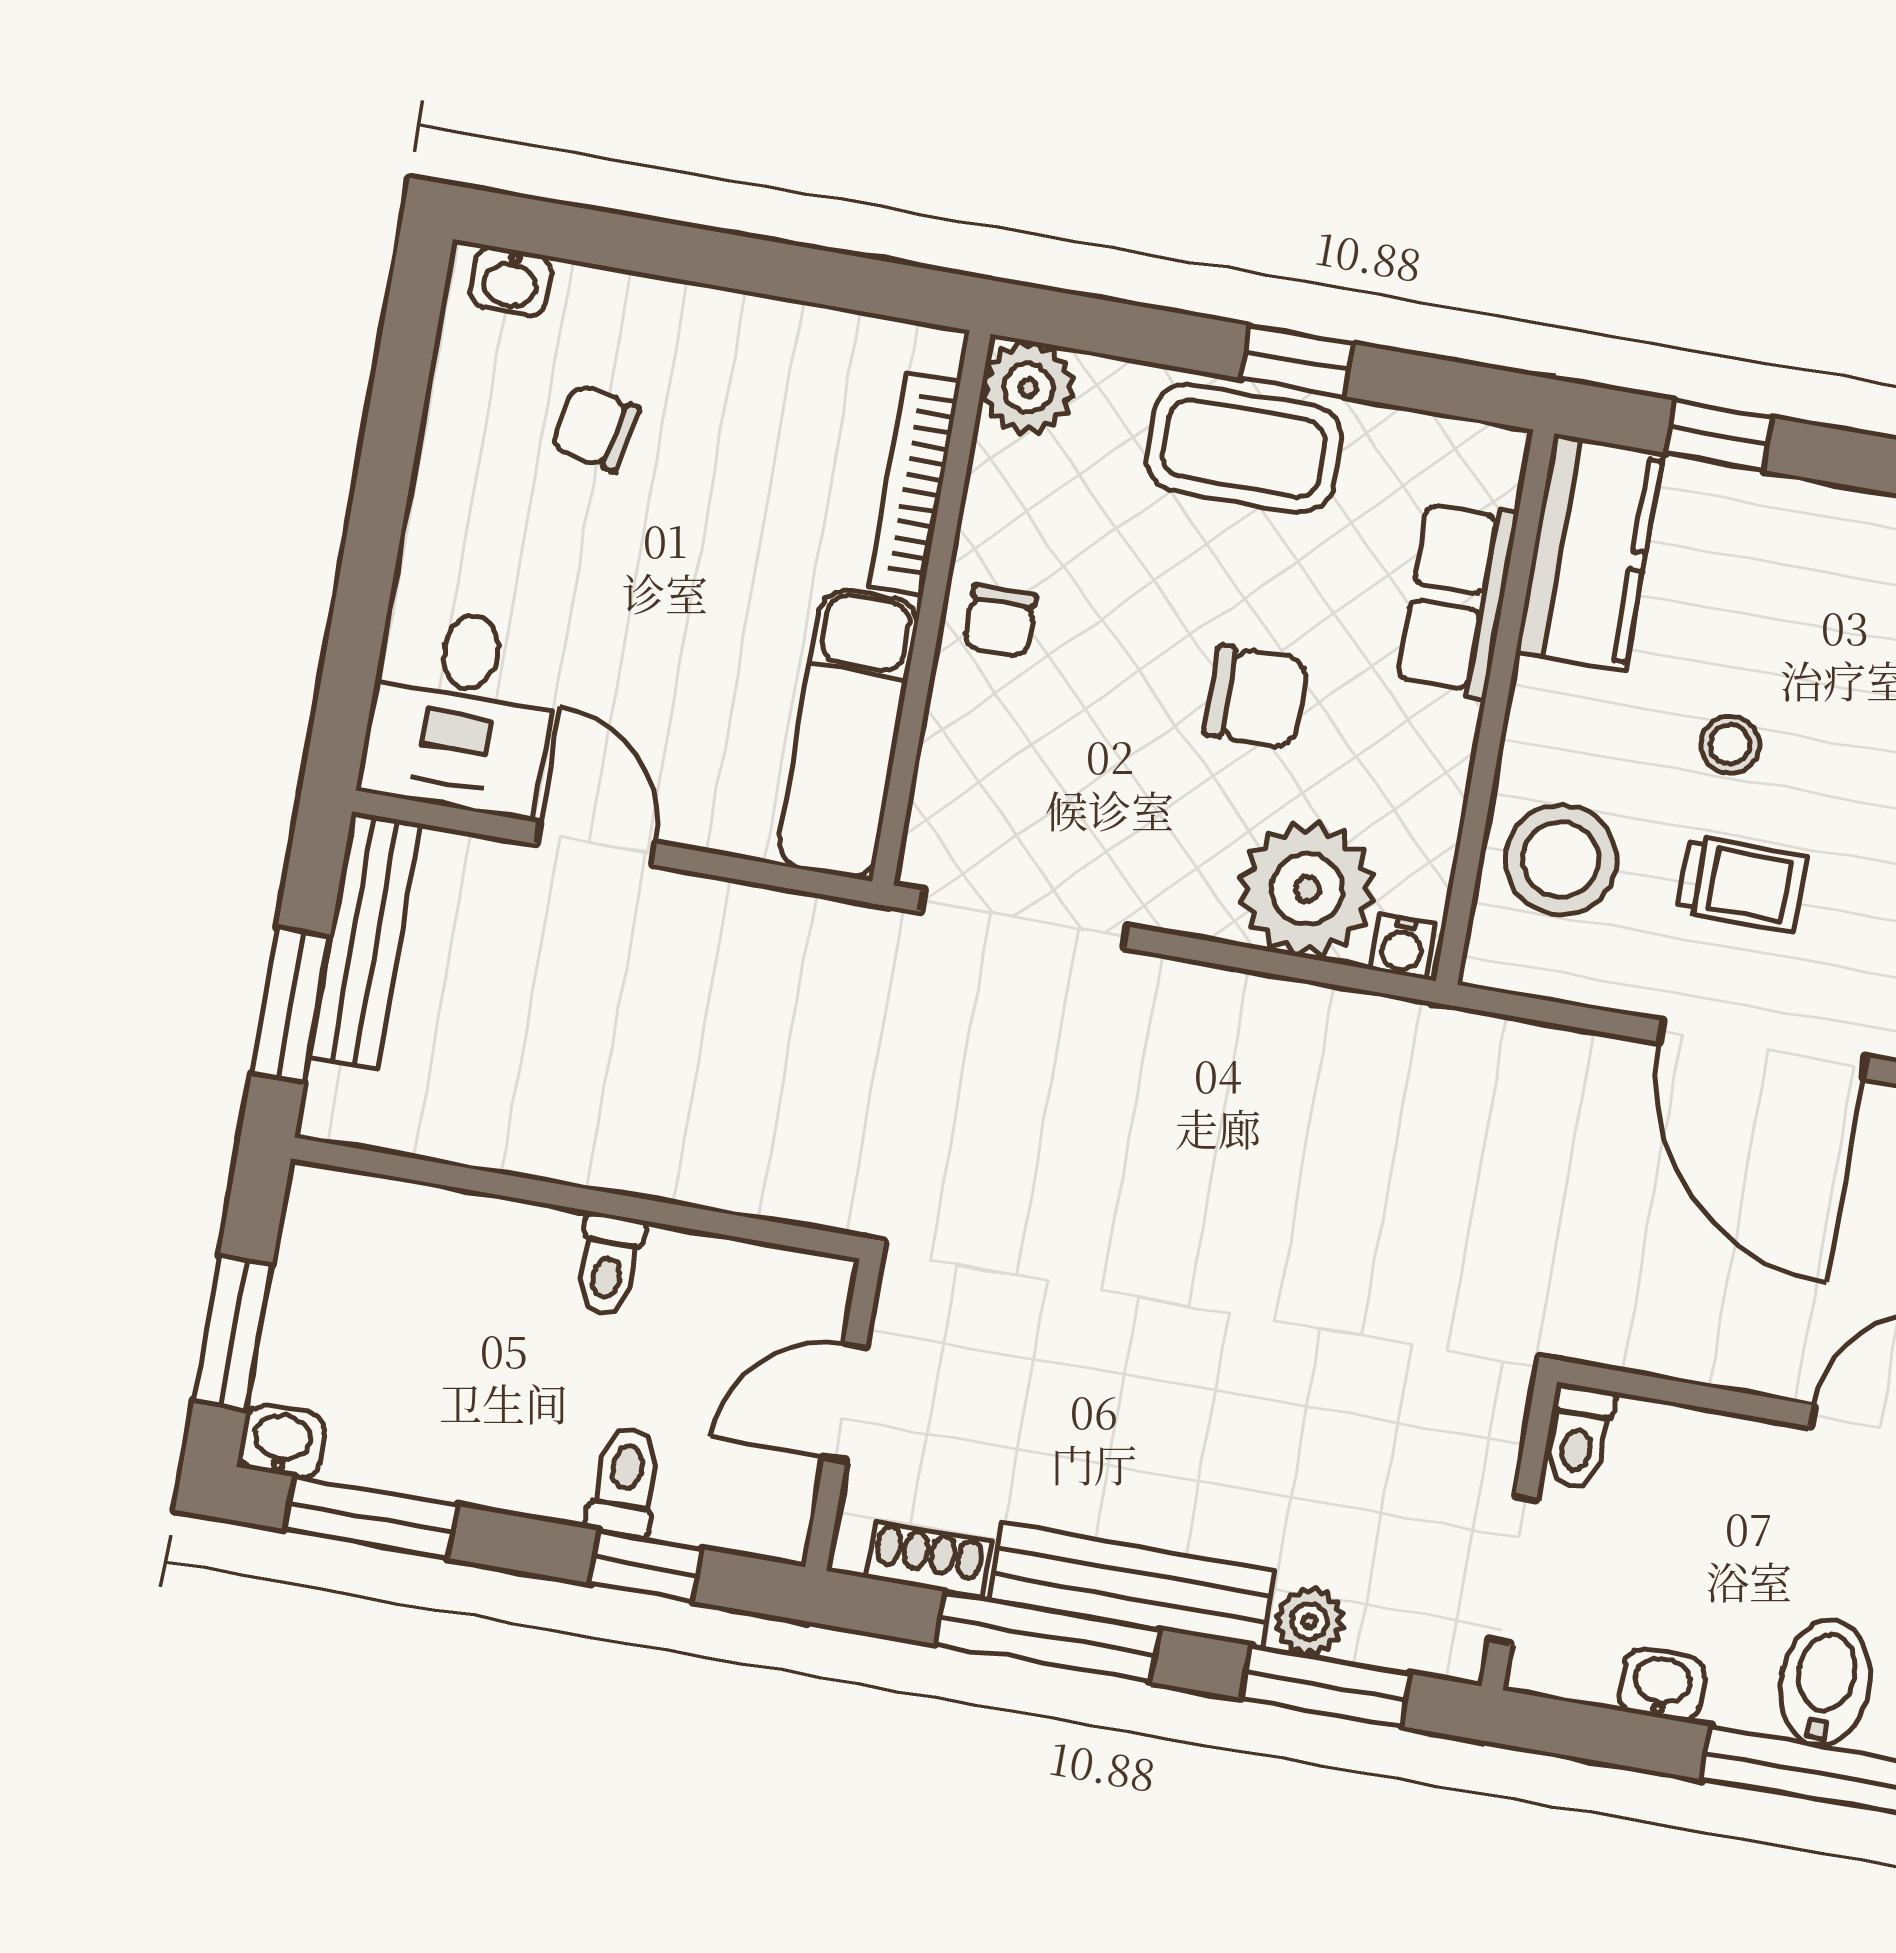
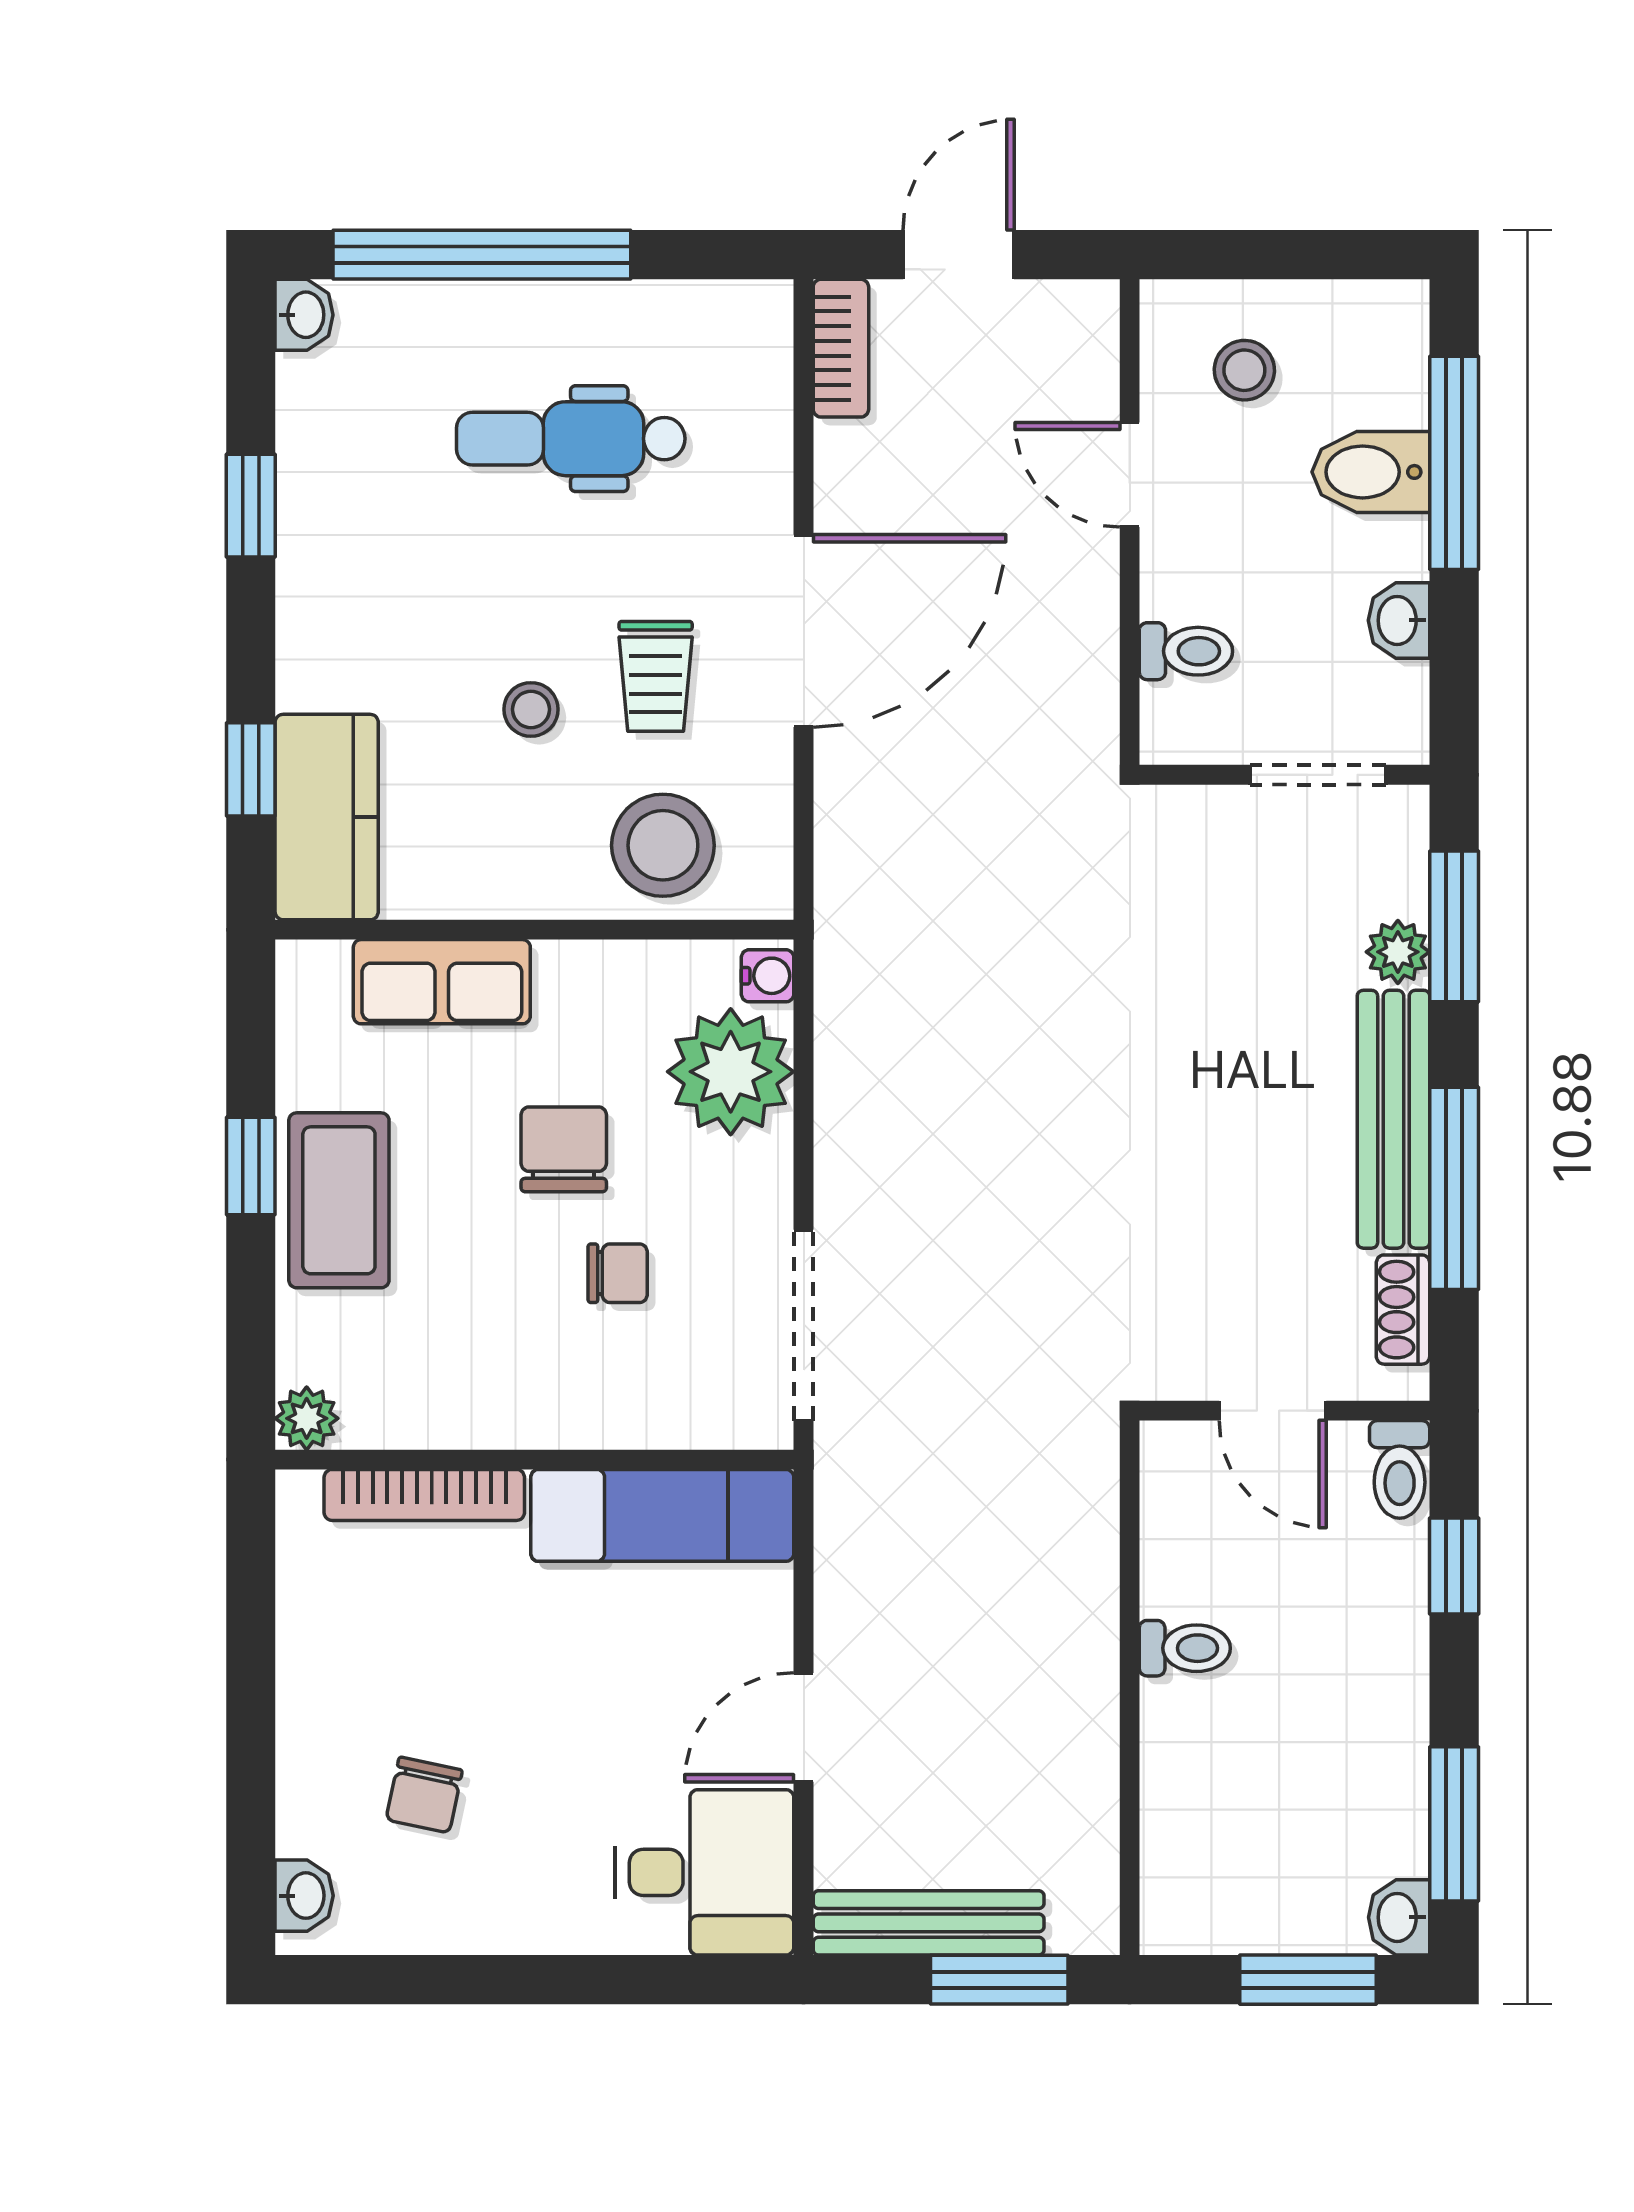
plant: (1028, 388) -> (307, 1418), width x0.73, depth x0.73
kitchen counter: (1590, 552) -> (327, 817), moved, turned 90
chair: (1000, 621) -> (618, 1273), moved
trolley: (1742, 883) -> (656, 676), turned 180
toilet: (1579, 1436) -> (1186, 651), moved
toilet: (625, 1482) -> (1400, 1469), moved, turned -90

